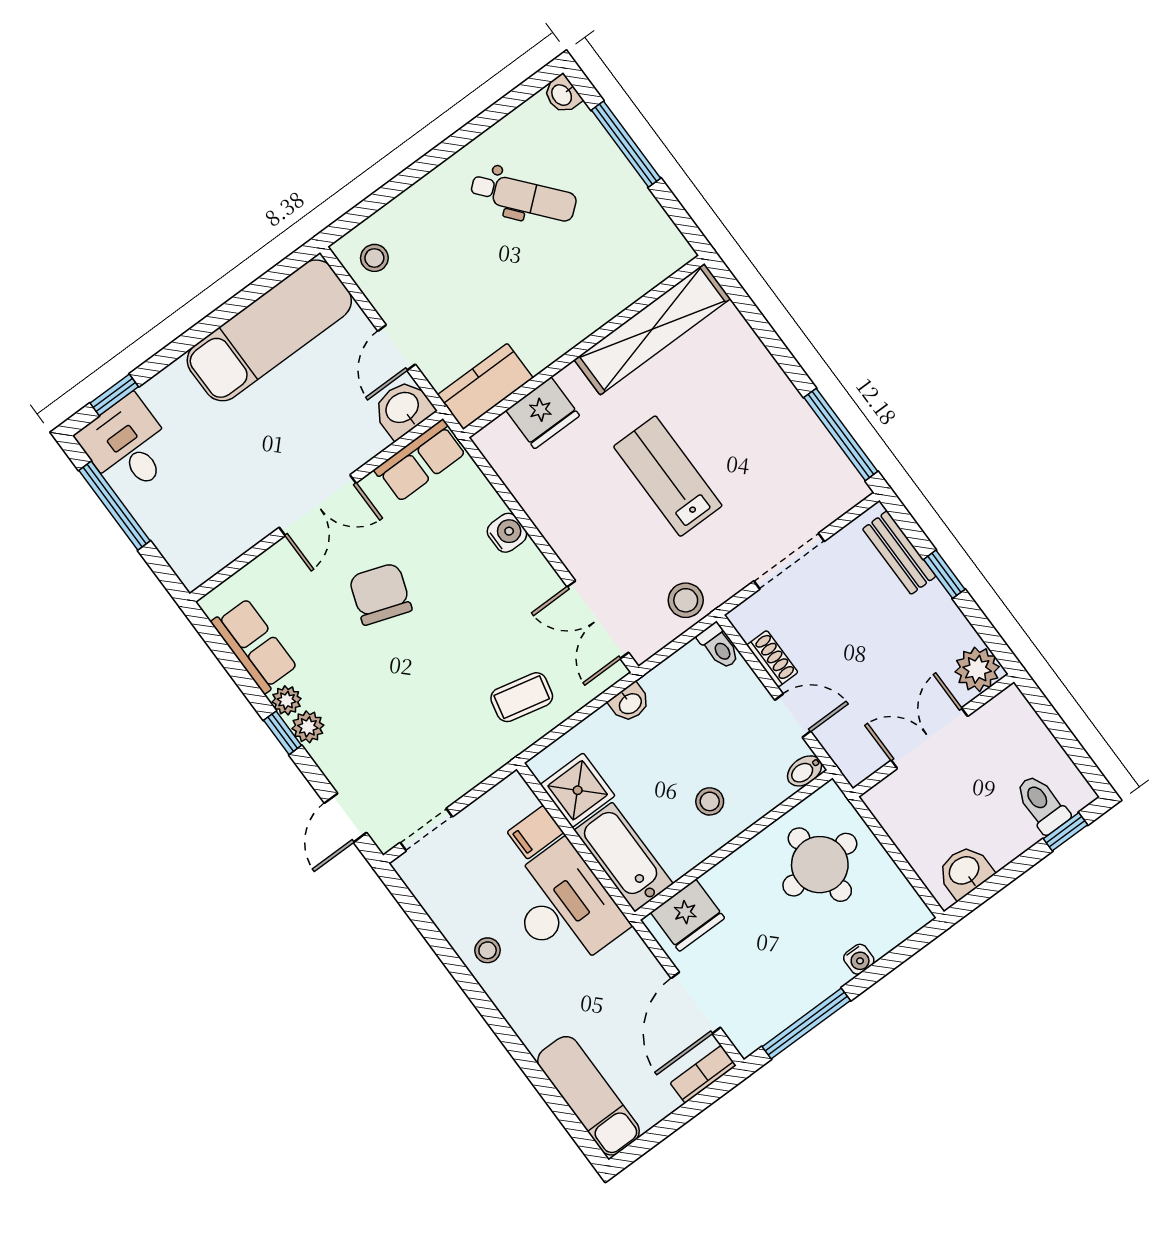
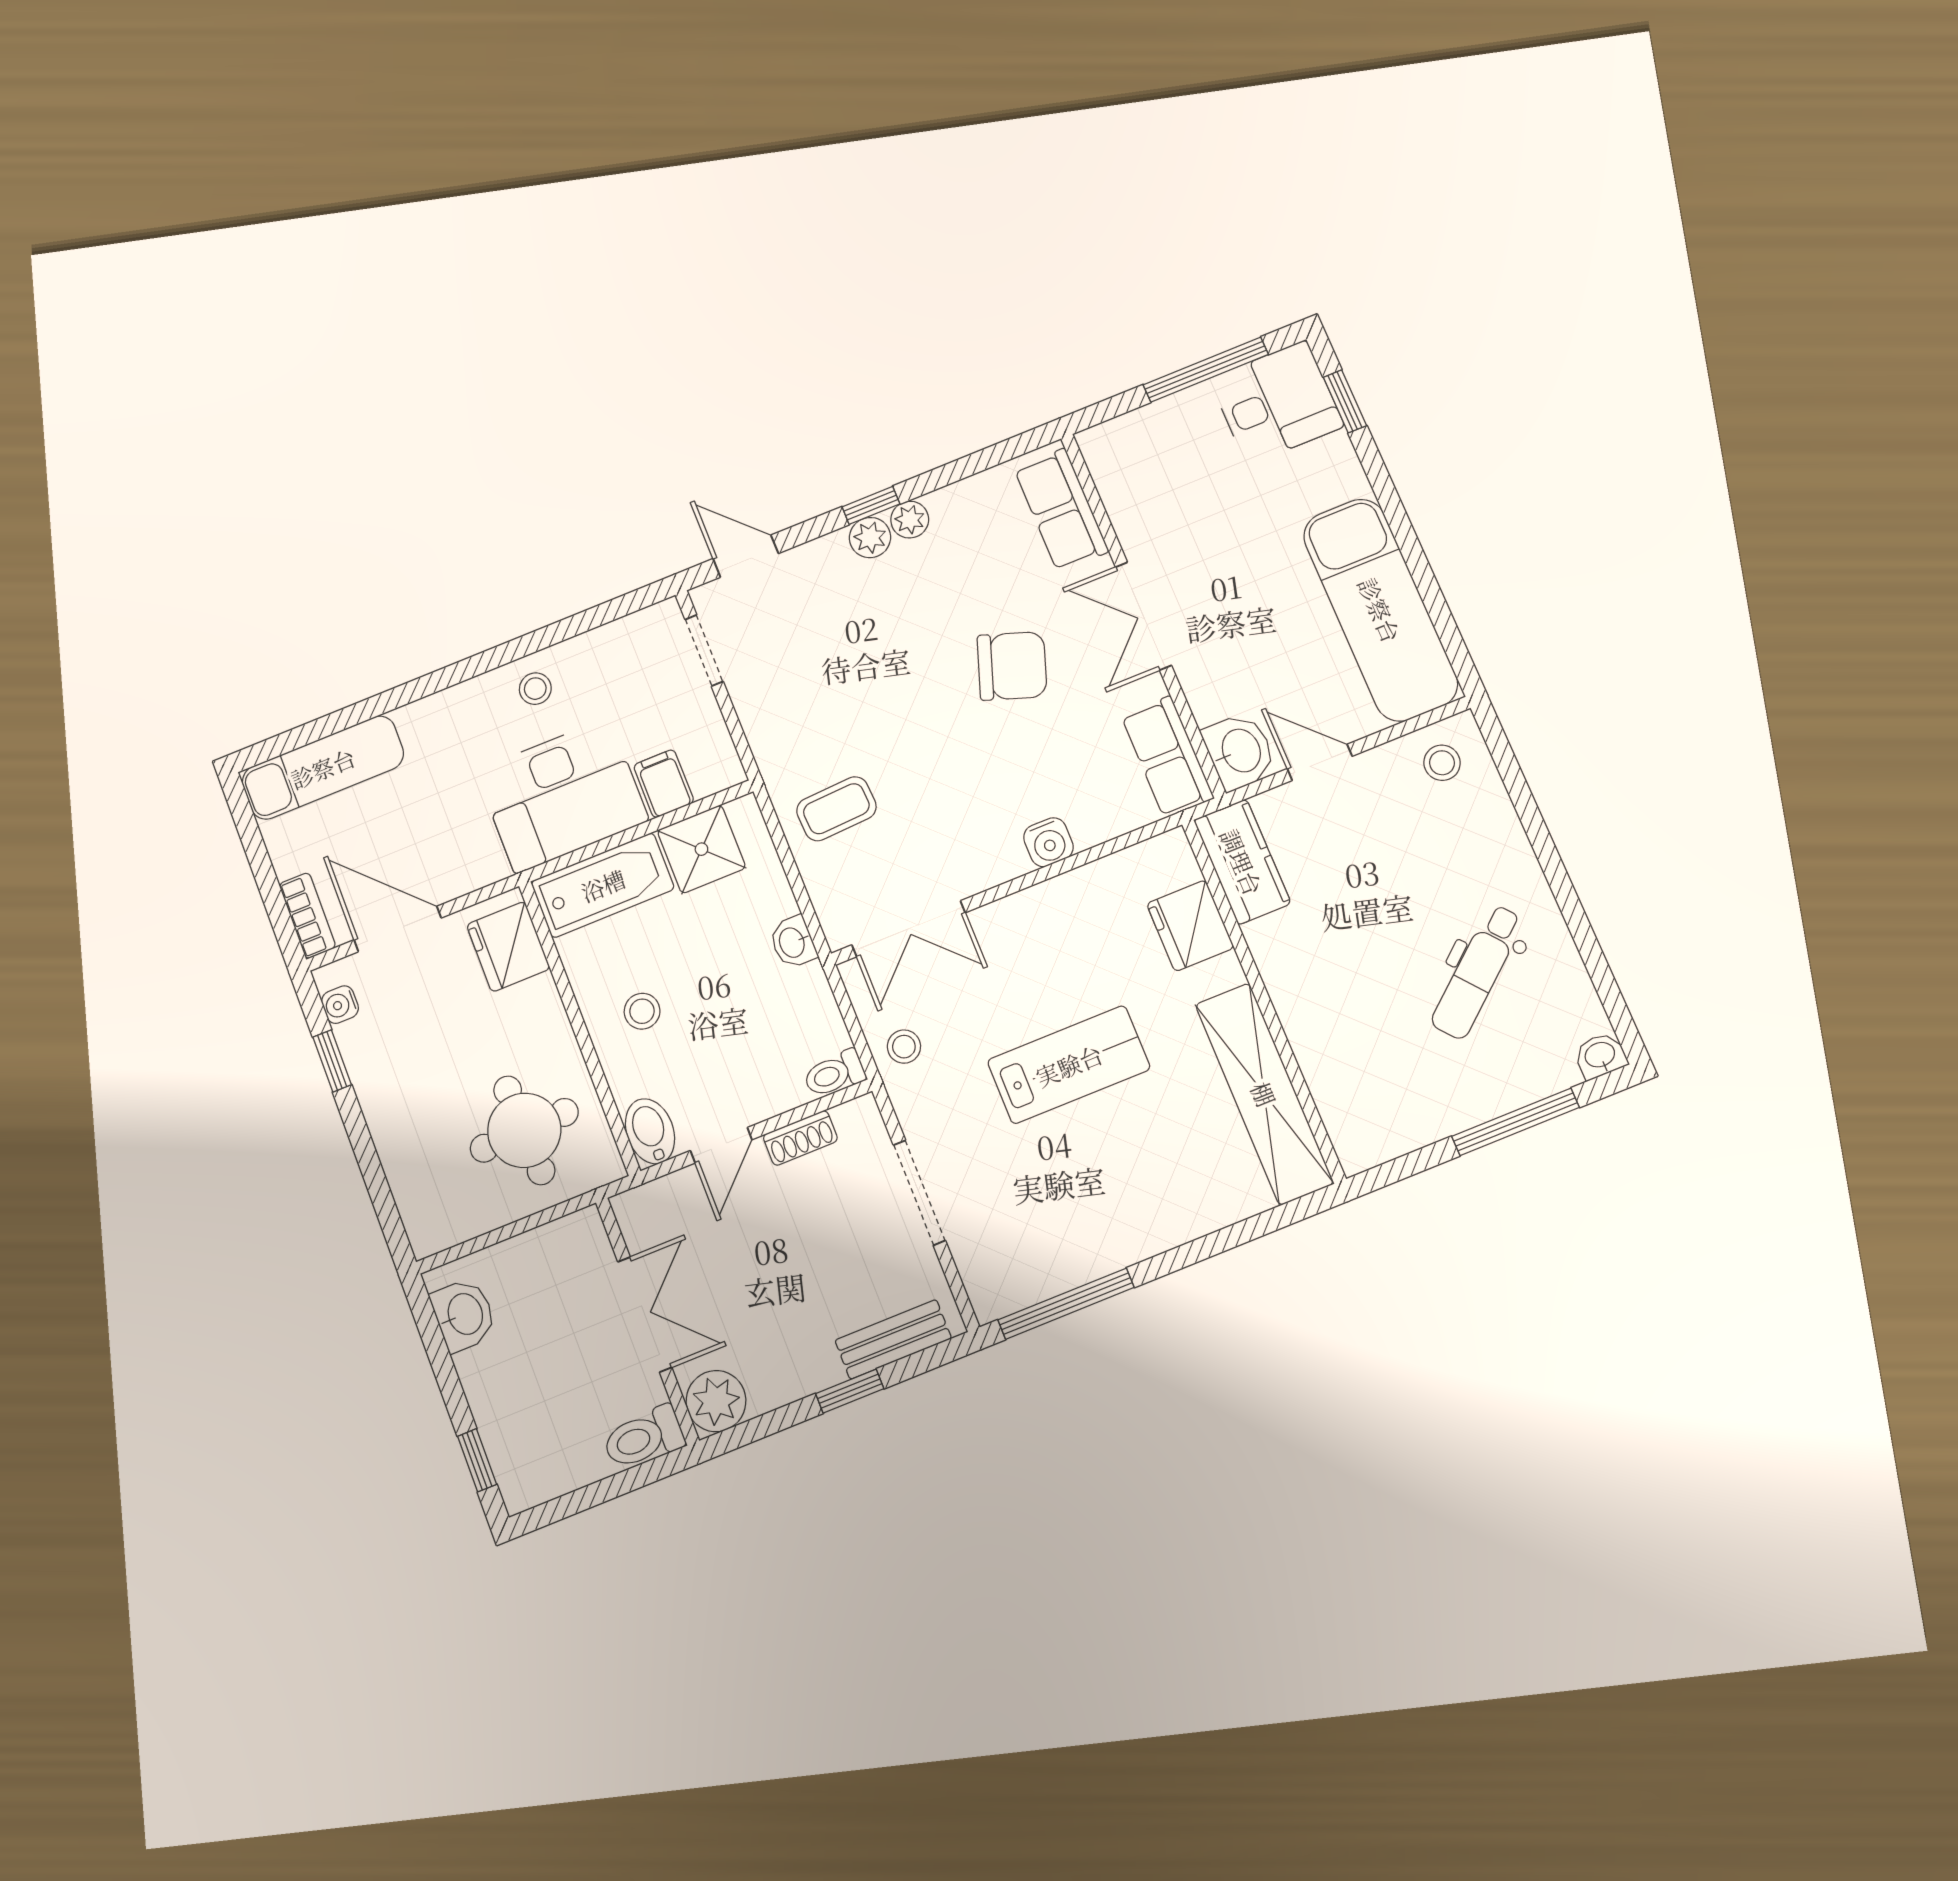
stool: (686, 600) -> (904, 1047), width x0.73, depth x0.73
double door: (598, 620) -> (909, 929), swing flipped
row of seats: (254, 645) -> (1061, 510), moved, turned 90
coffee table: (522, 697) -> (836, 809), turned 74
bidet: (805, 771) -> (650, 1131), width x1.38, depth x1.36
toilet: (1042, 804) -> (643, 1438), moved, turned 180
water cooler: (859, 959) -> (340, 1005), moved
window: (806, 1024) -> (332, 1061), width x0.46

